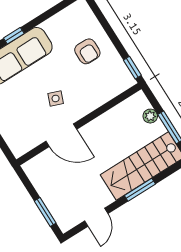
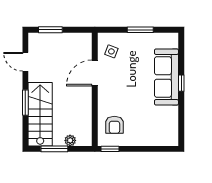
armchair: (87, 51) -> (114, 125), moved, turned -90
side table: (56, 98) -> (111, 51), moved

